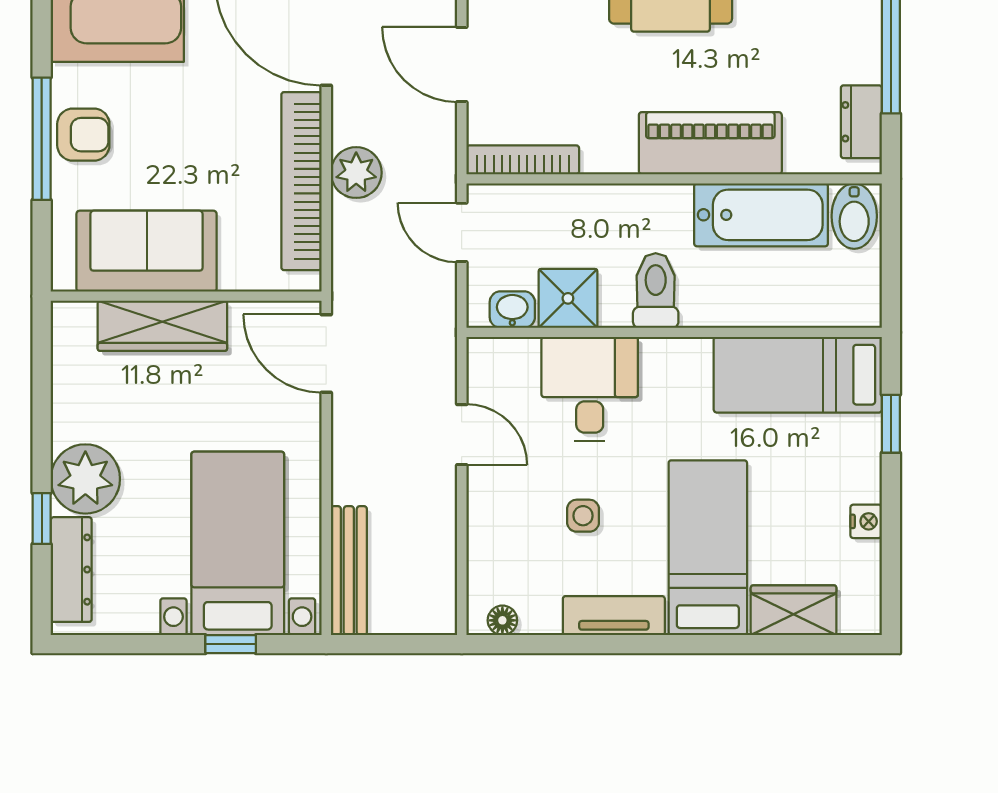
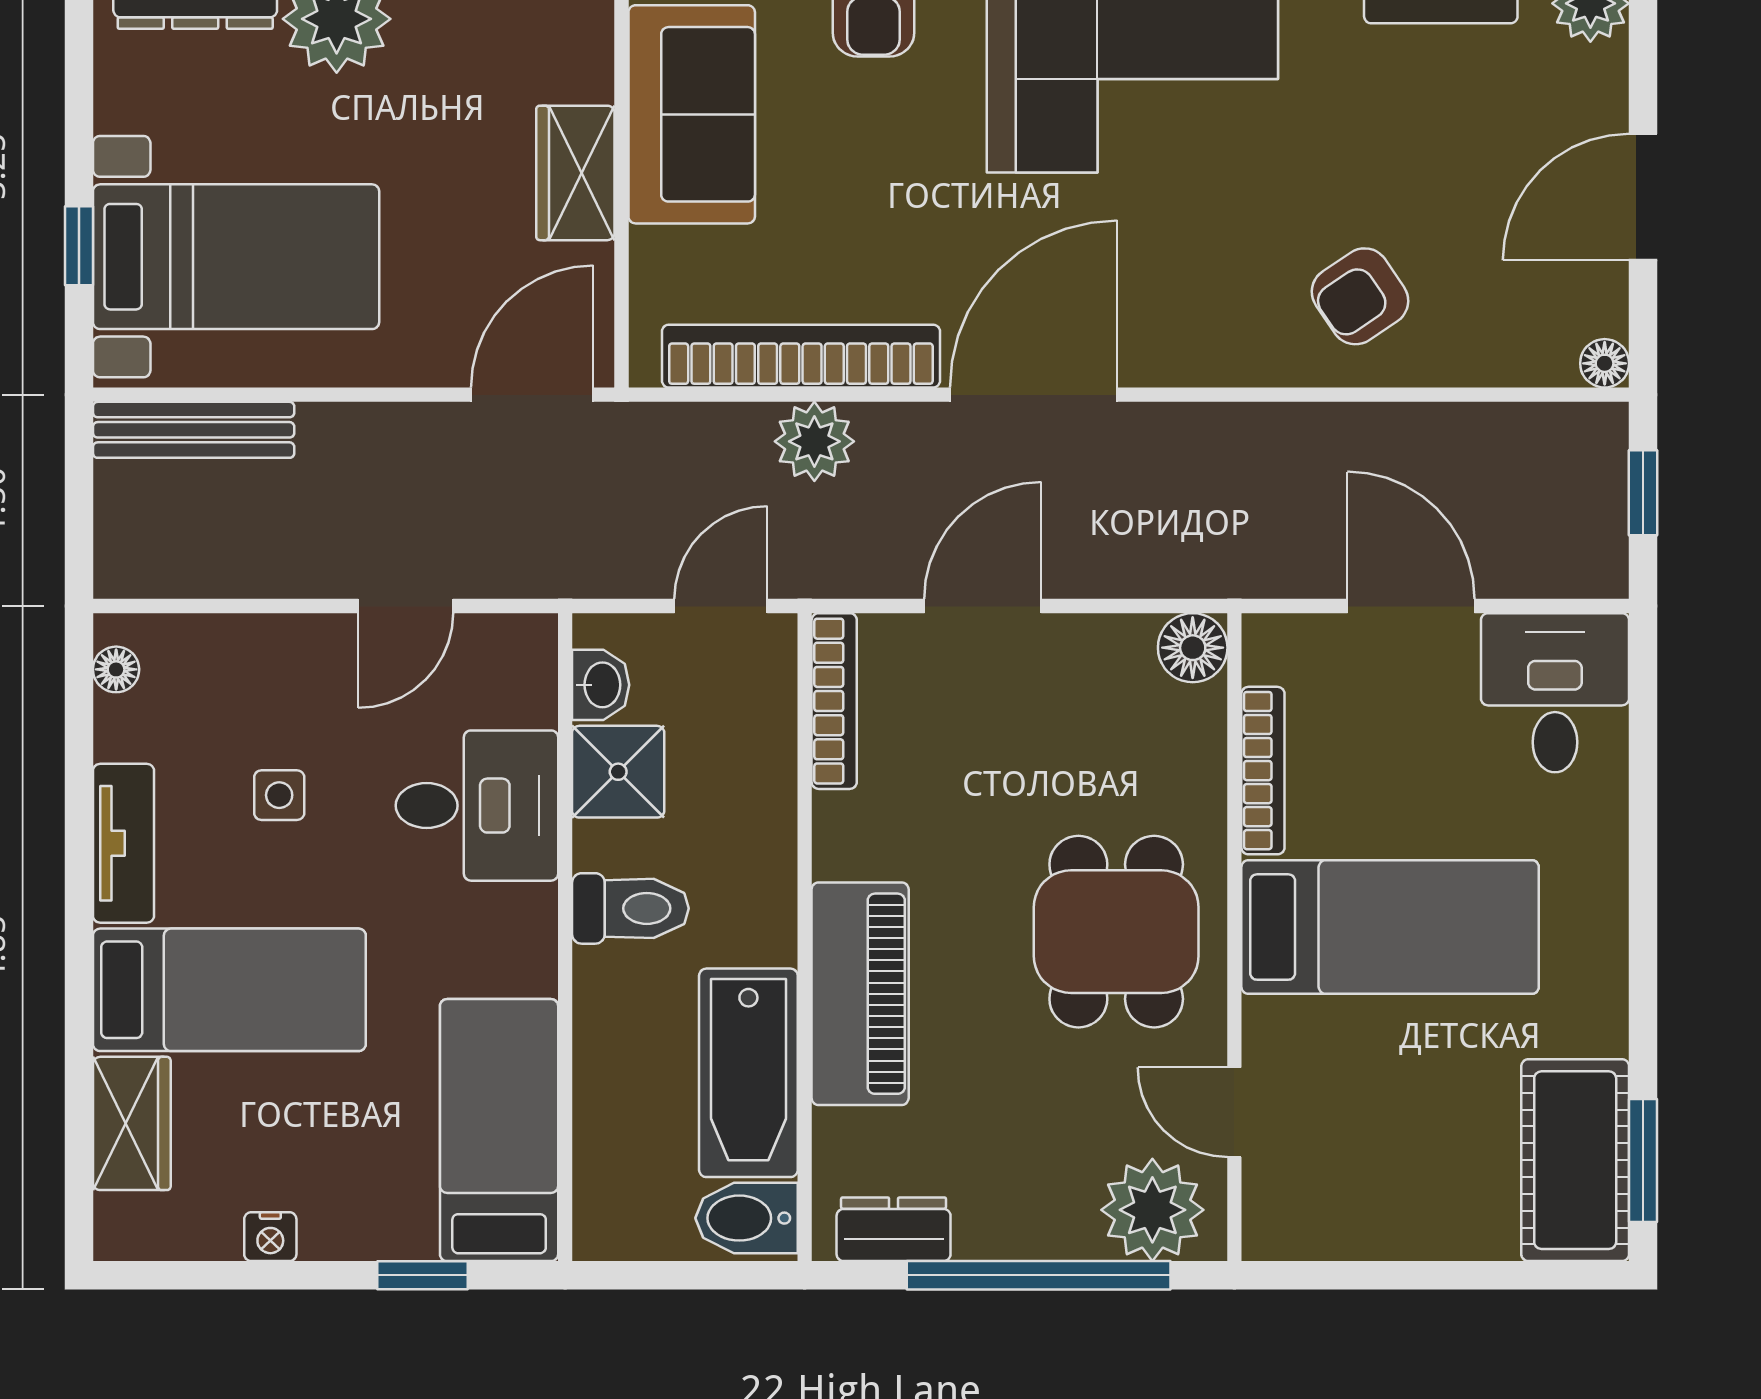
wardrobe: (162, 326) -> (575, 173), width x0.67

